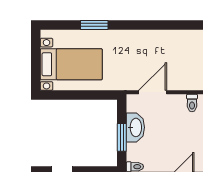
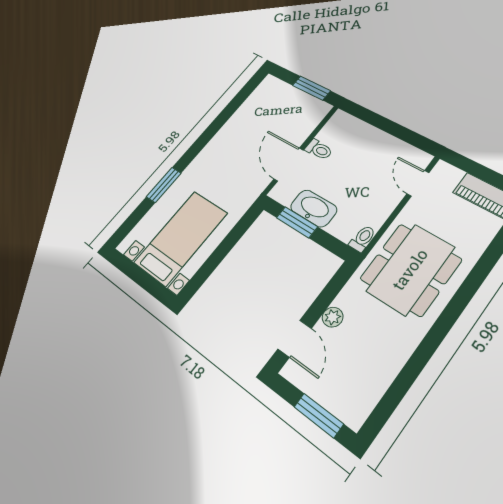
toilet: (192, 103) -> (319, 150), moved
window: (122, 137) -> (297, 222), moved

